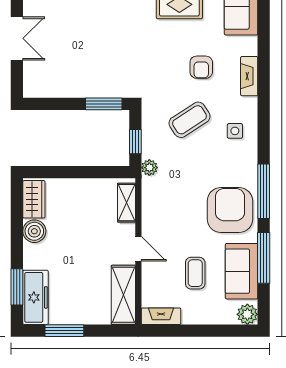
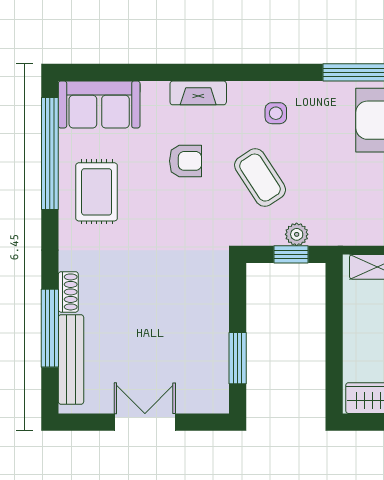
window: (104, 104) -> (238, 358), moved
plant: (149, 168) -> (297, 234), moved

